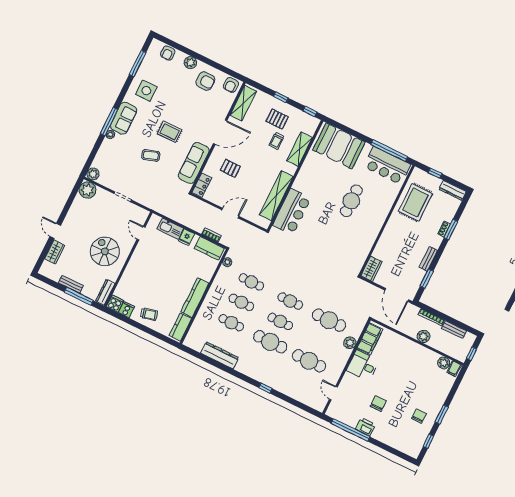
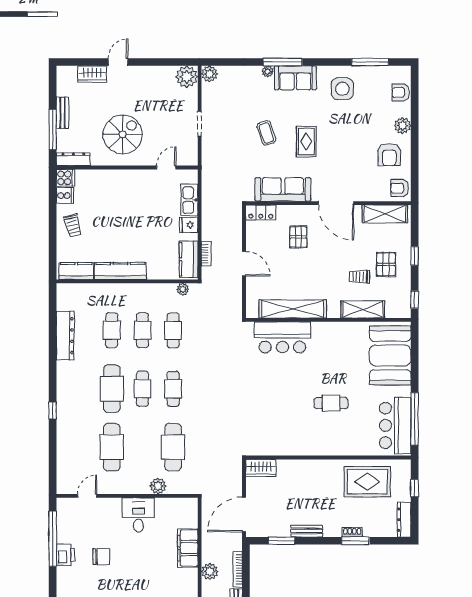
cafe table: (351, 201) -> (331, 403), width x0.73, depth x0.74
filing cabinet: (370, 339) -> (188, 548), moved, turned 90

